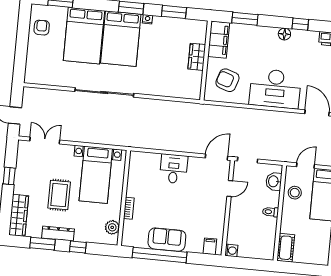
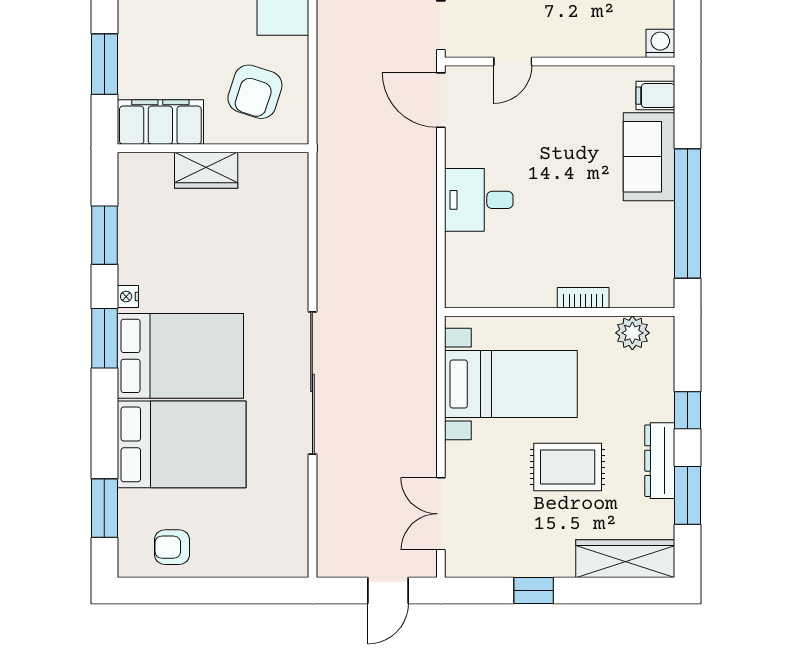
door: (230, 188) -> (513, 61), swing flipped
sofa: (167, 240) -> (649, 157), moved

